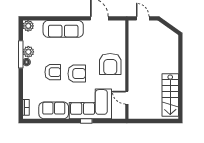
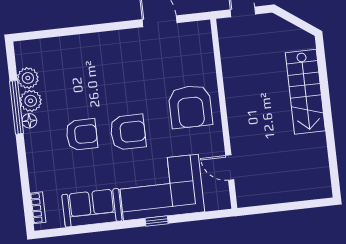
plant: (28, 26) -> (28, 78), moved
sofa: (63, 29) -> (93, 49), removed
stairs: (170, 95) -> (305, 92), moved

